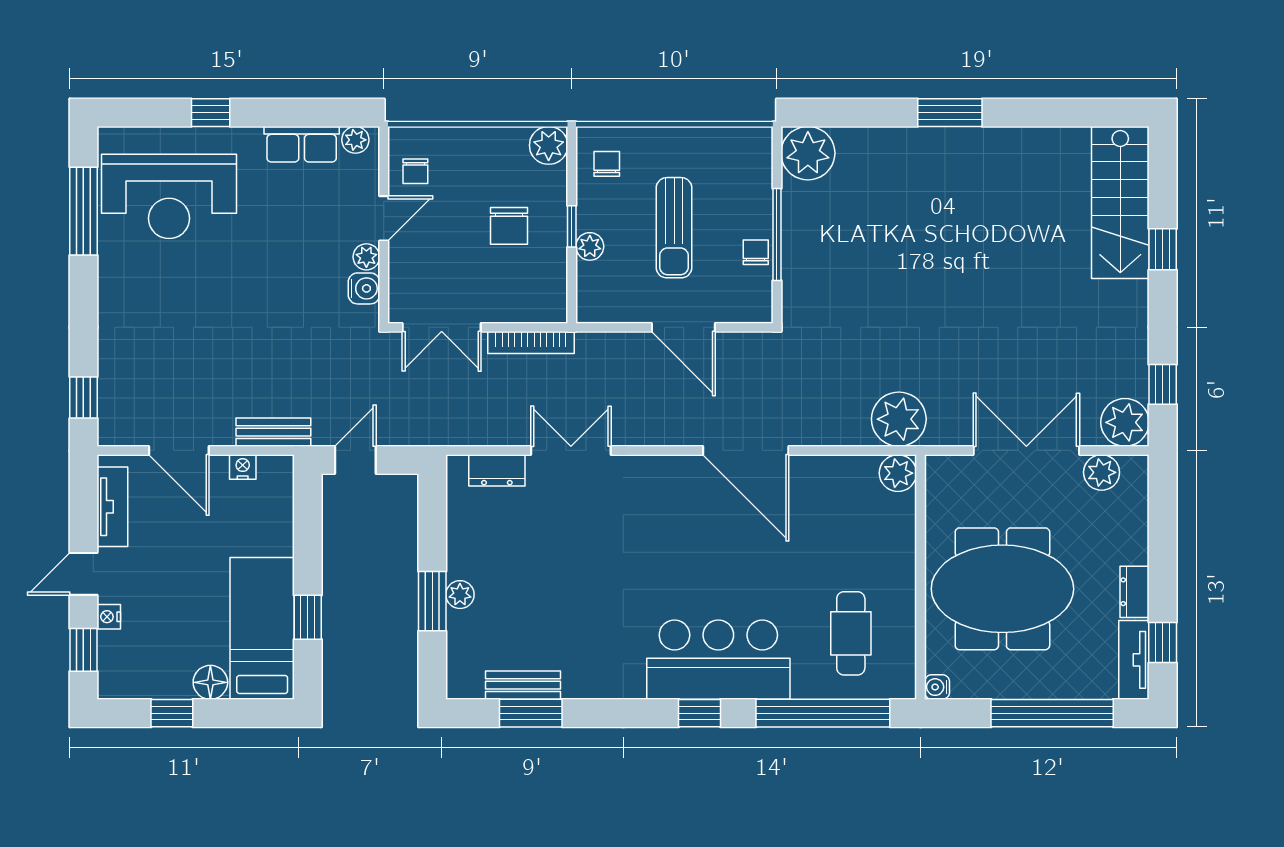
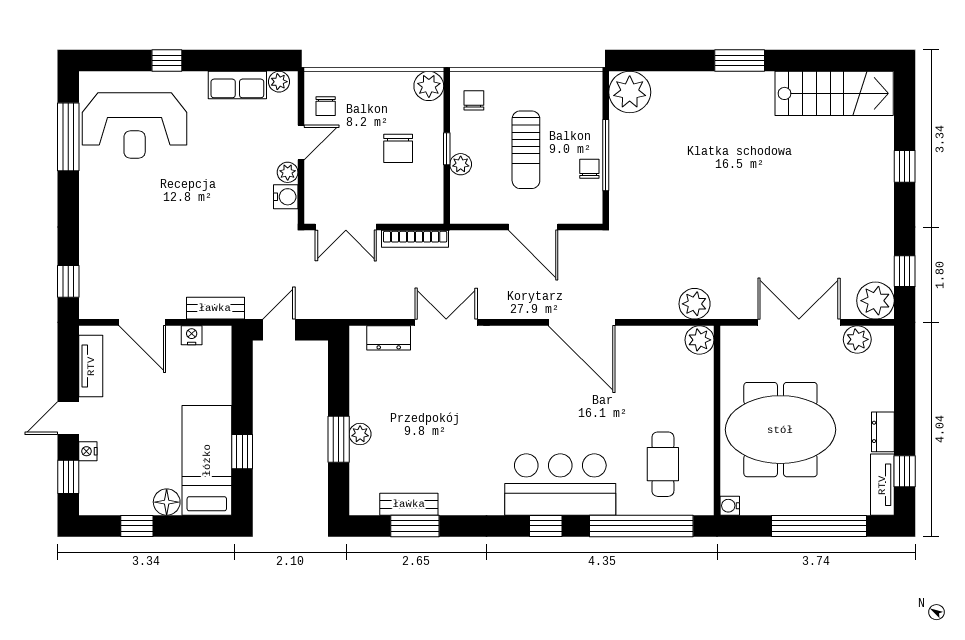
stairs: (1120, 202) -> (834, 93), moved, turned -90
plant: (899, 419) -> (695, 304), width x0.73, depth x0.73

